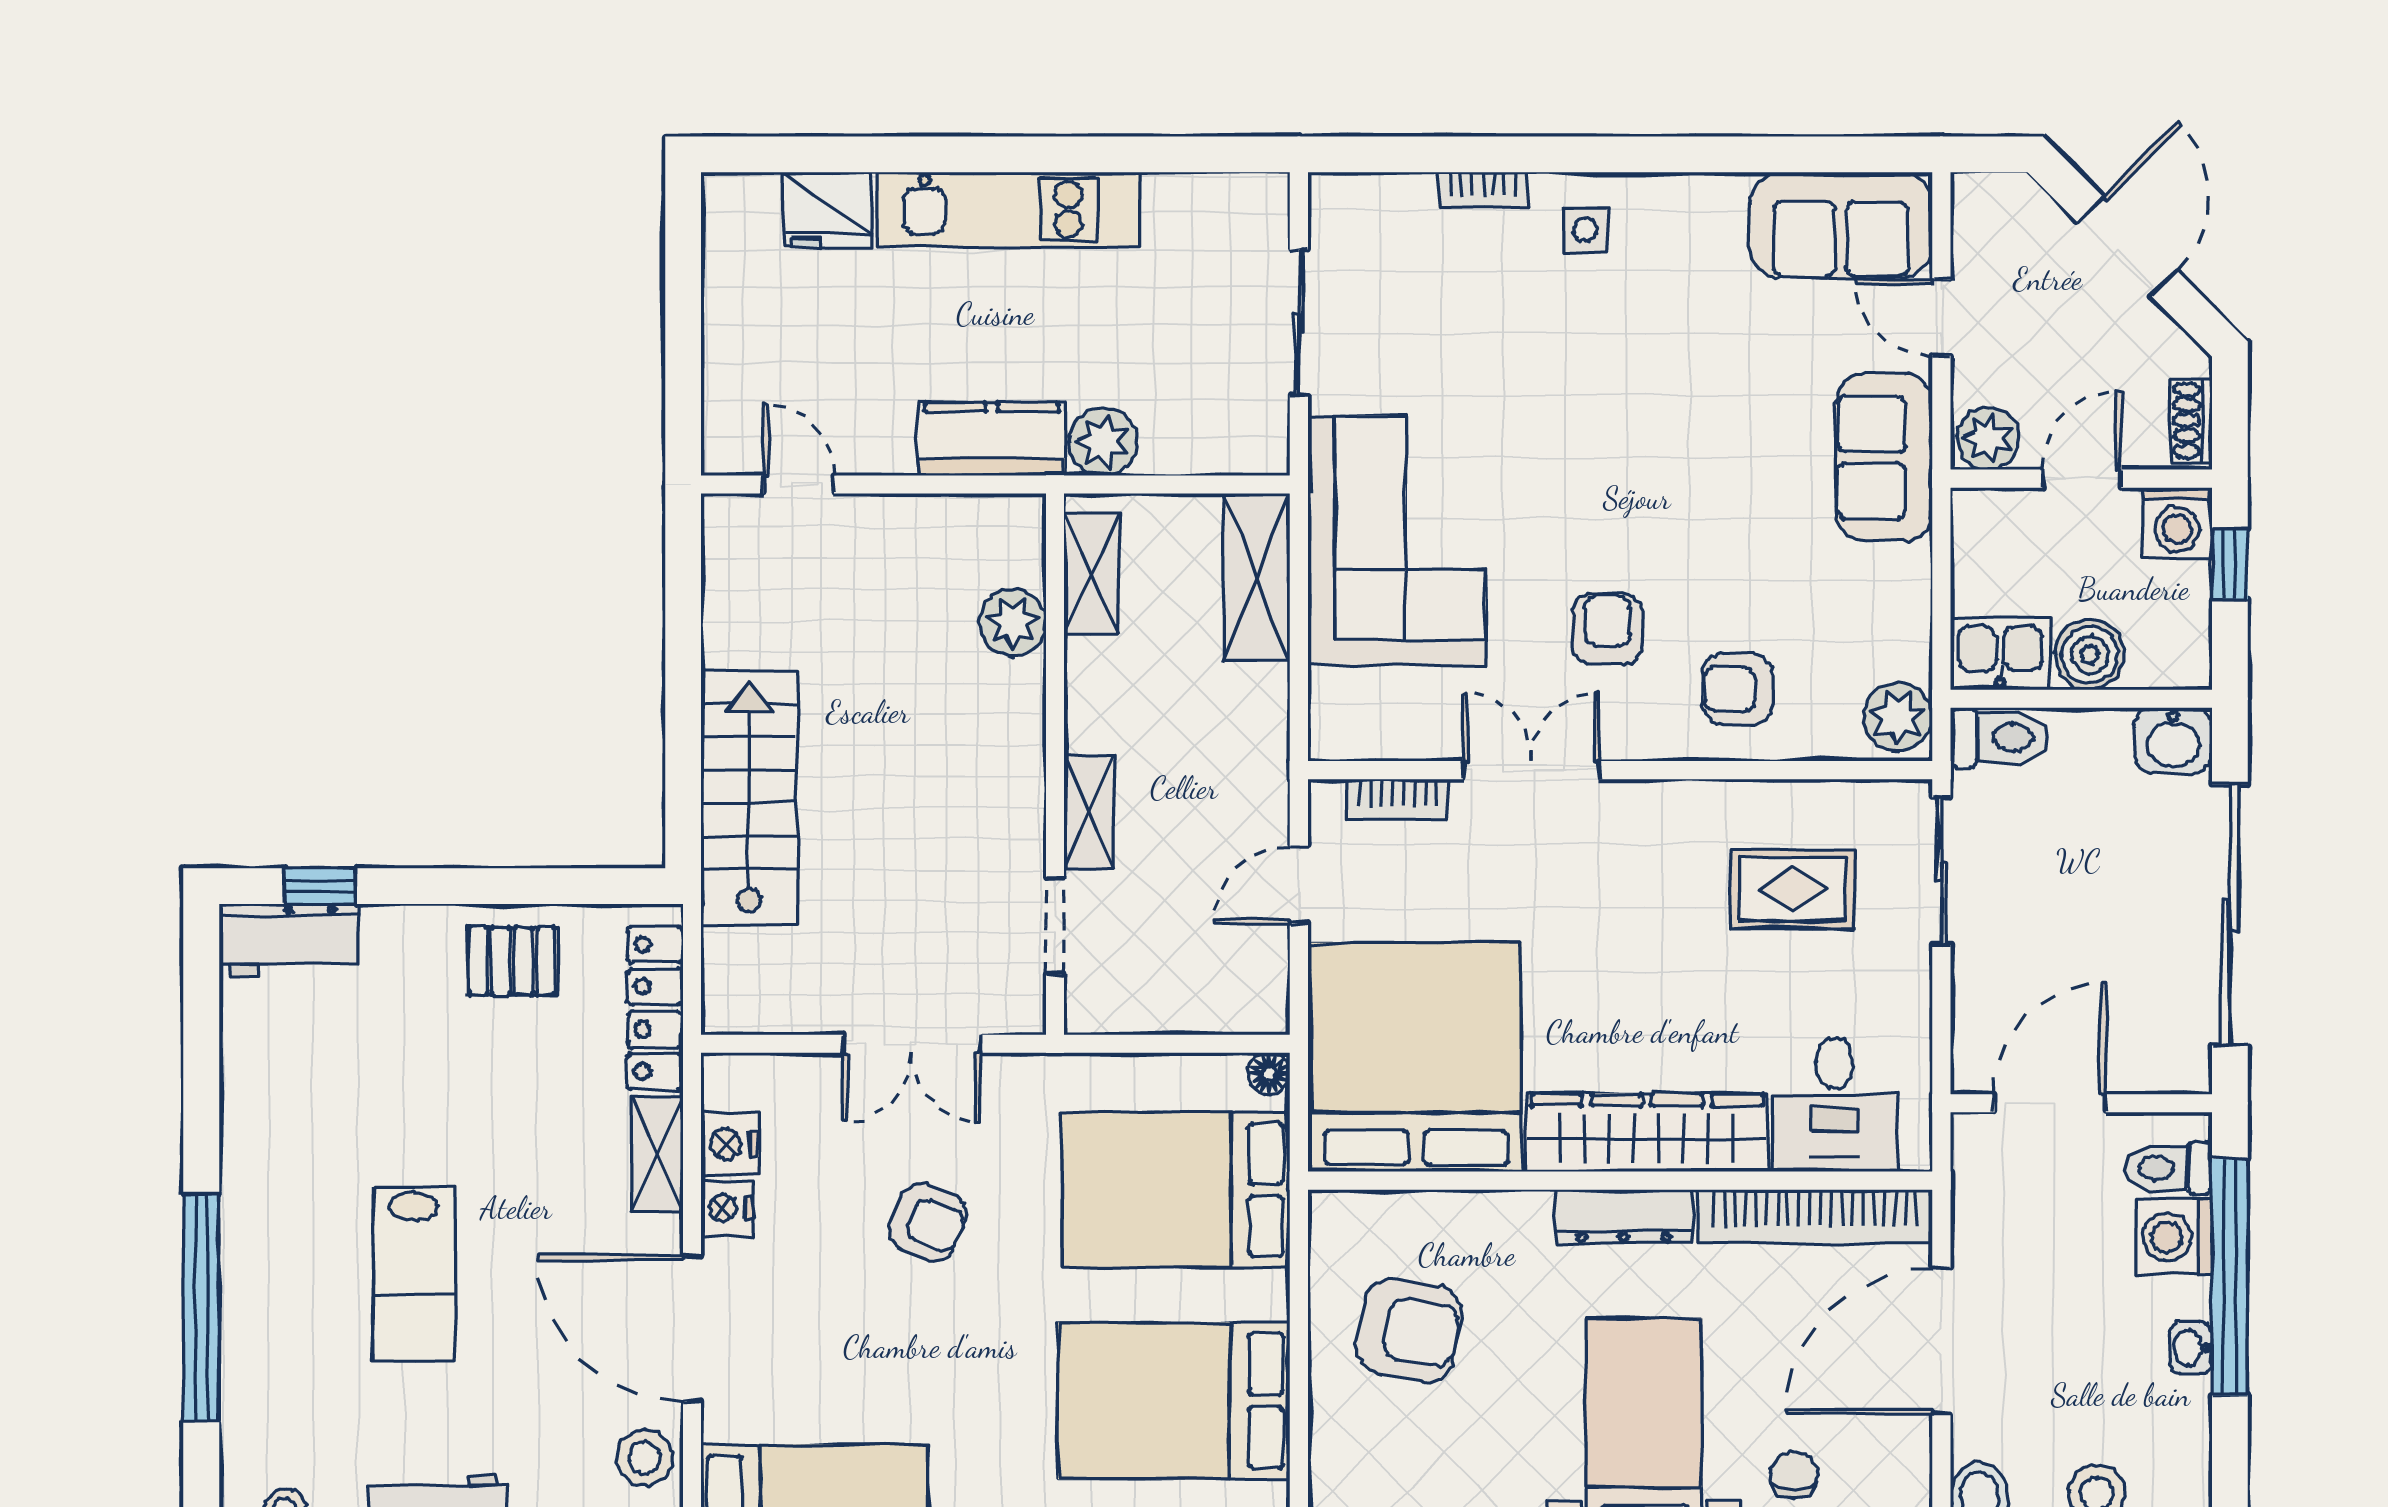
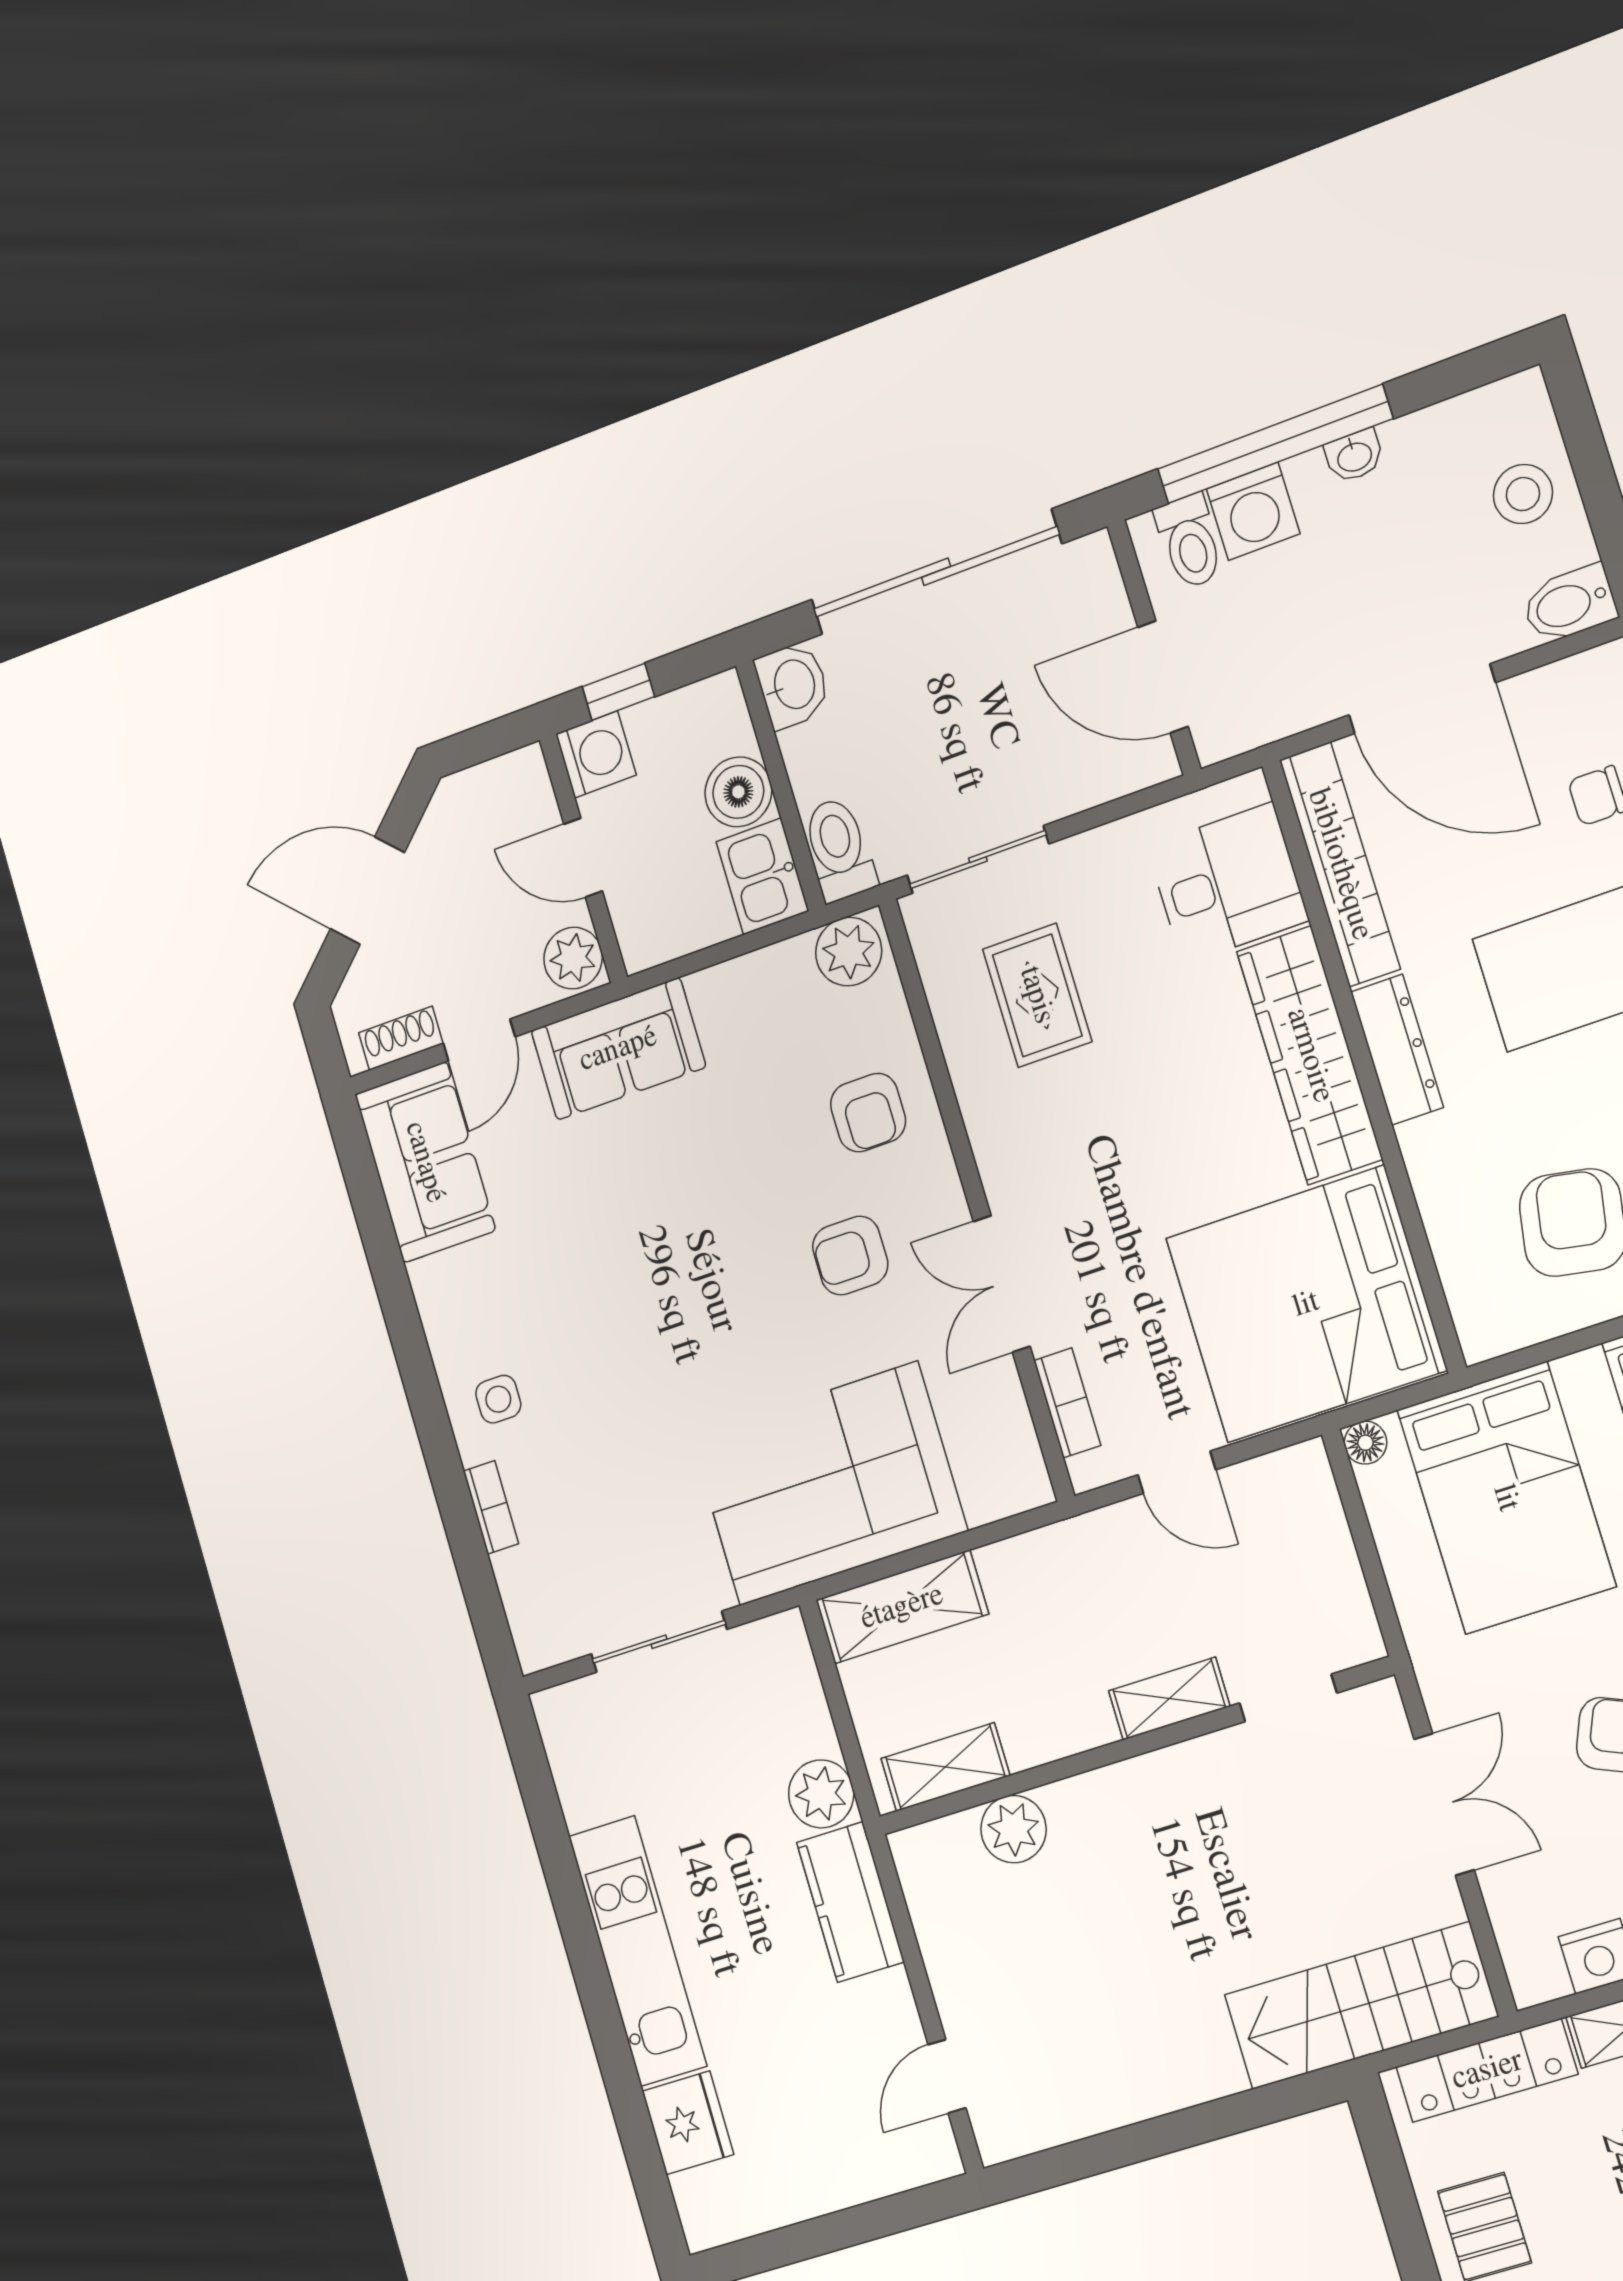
shoe rack: (2192, 420) -> (401, 1038), moved, turned 180
stairs: (749, 798) -> (1361, 2006), moved

